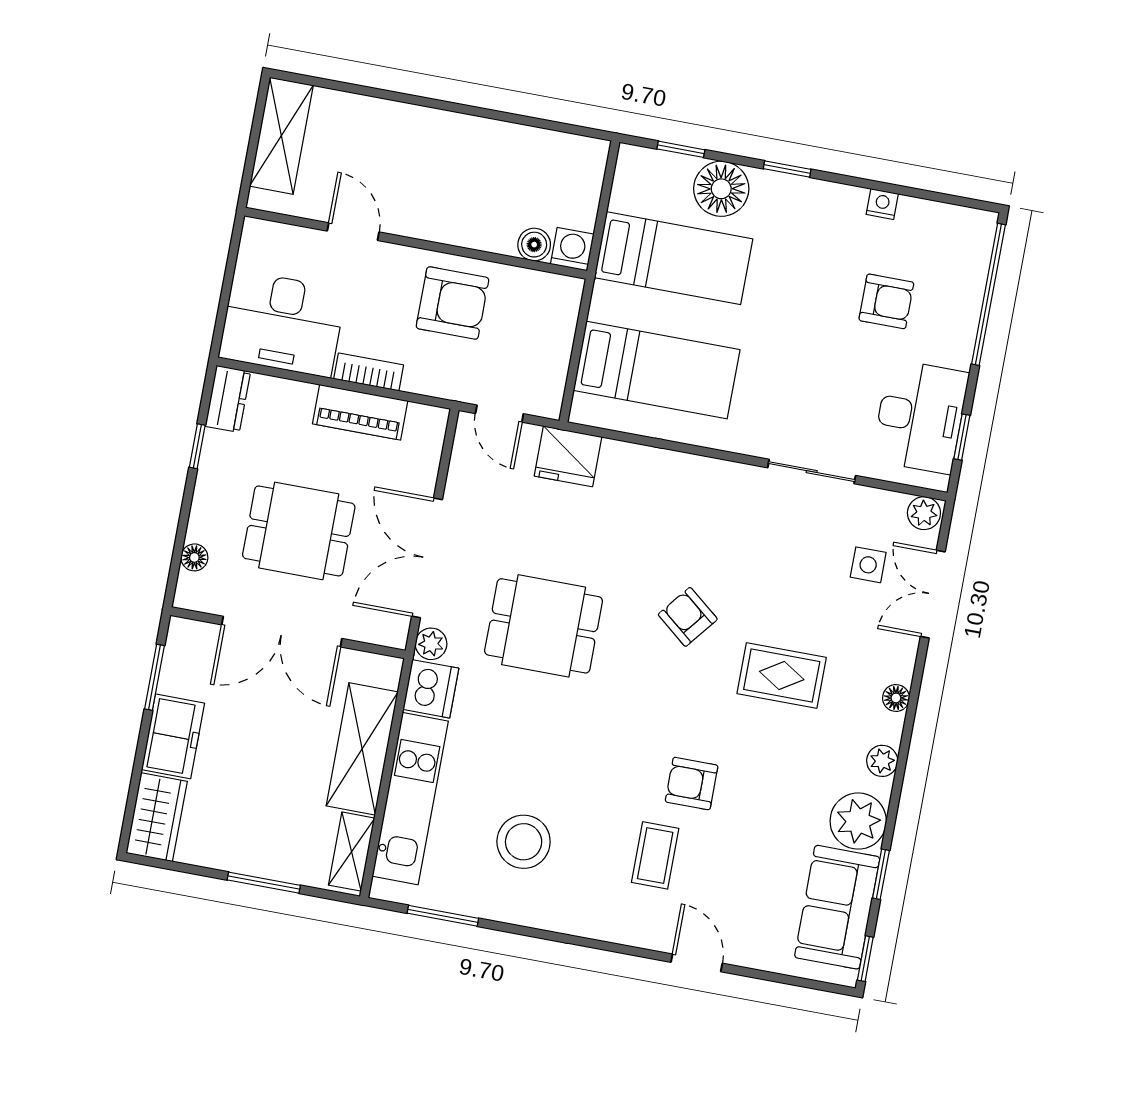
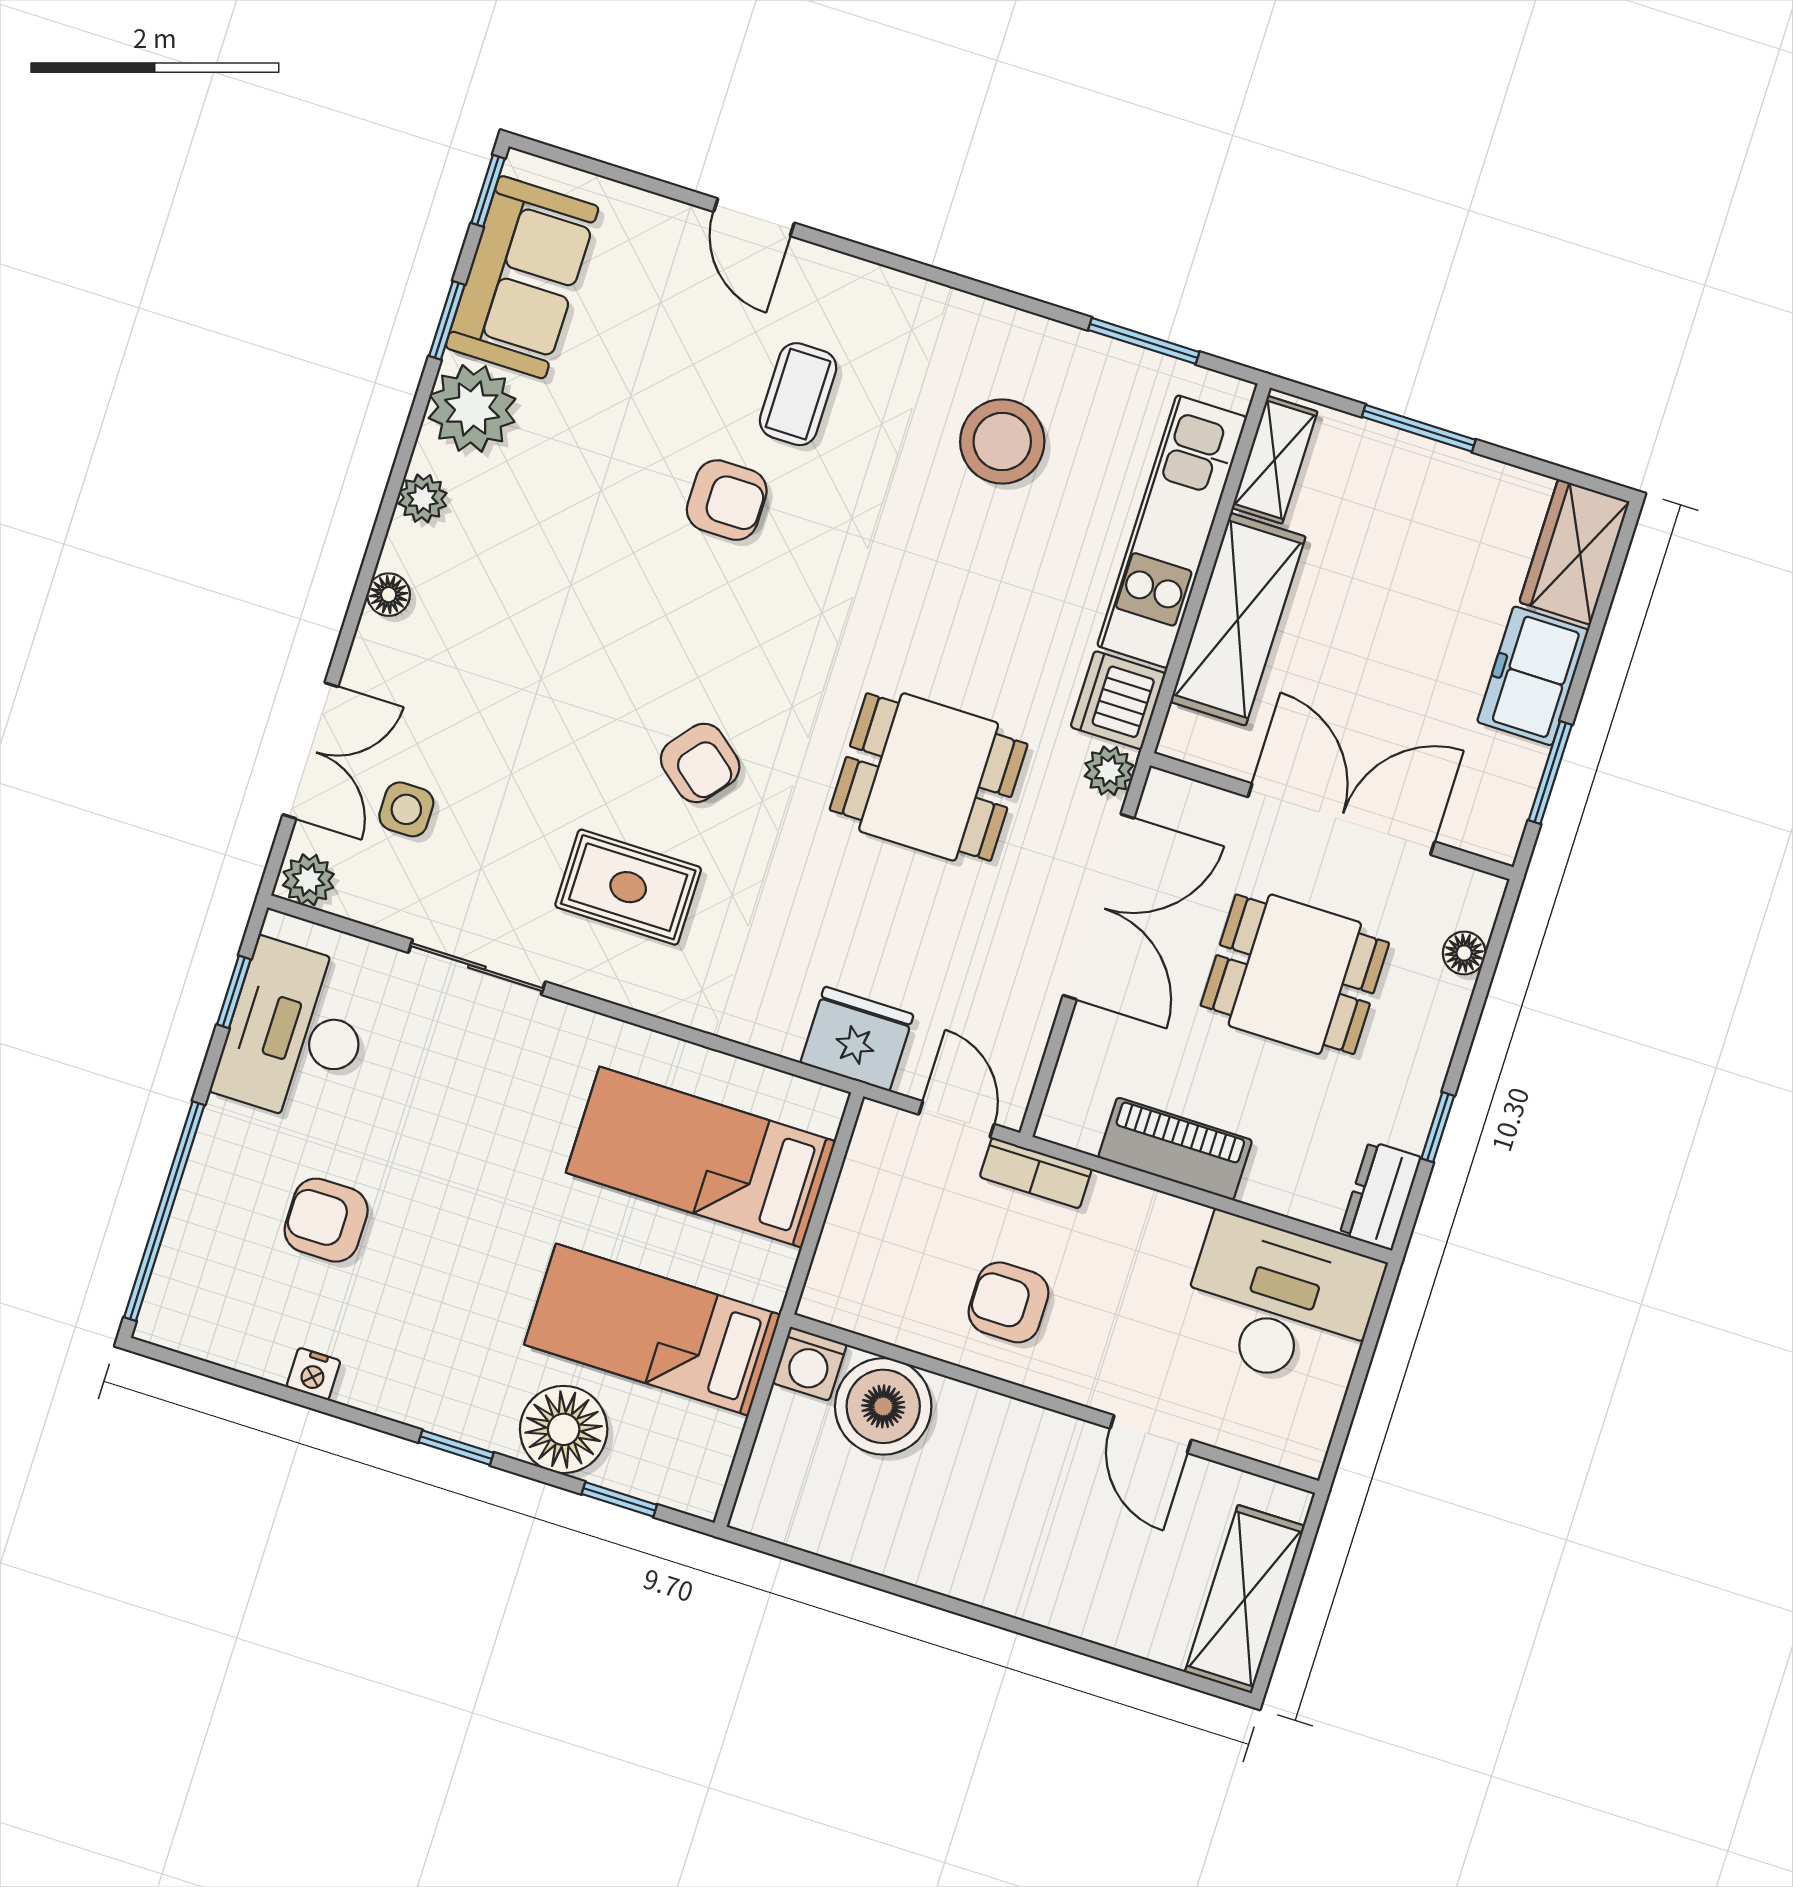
boiler: (534, 245) -> (883, 1406), width x1.86, depth x1.86
armchair: (452, 303) -> (1009, 1302), width x0.72, depth x0.72
bookcase: (369, 372) -> (1036, 1173), moved
rug: (782, 676) -> (628, 887), moved

